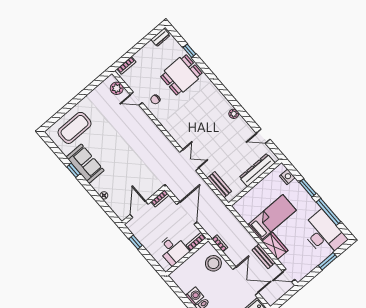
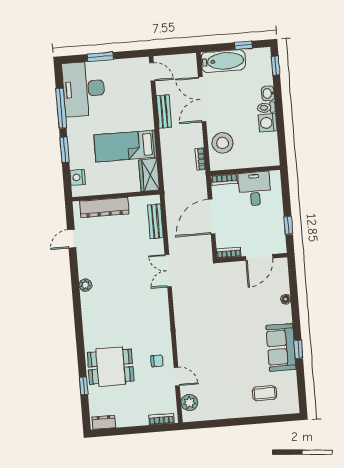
coffee table: (75, 128) -> (265, 393), width x0.54, depth x0.58
door: (263, 136) -> (72, 239), swing flipped
wardrobe: (275, 246) -> (149, 175), moved

